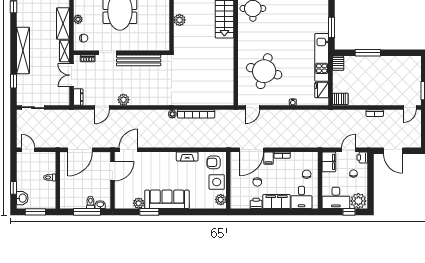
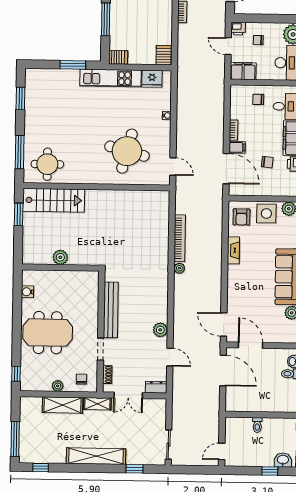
door: (80, 150) -> (223, 371), moved

